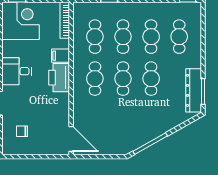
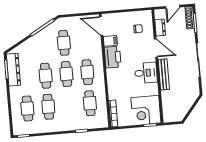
cafe table: (123, 37) -> (64, 43), moved
filing cabinet: (60, 56) -> (110, 41), moved
printer: (59, 78) -> (113, 57), moved

